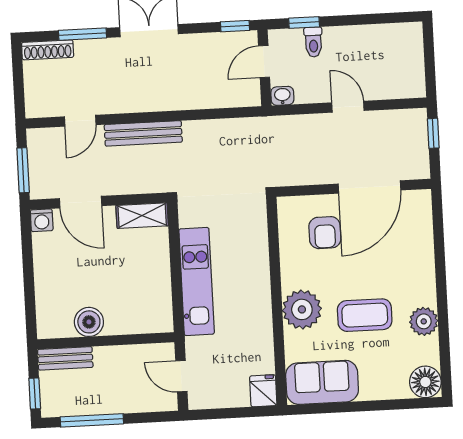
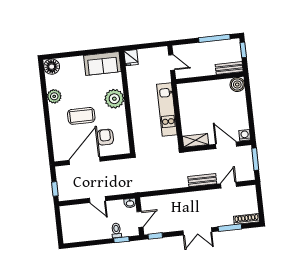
bench: (143, 133) -> (202, 180), width x0.73
coffee table: (365, 315) -> (81, 116), moved
boiler: (89, 322) -> (237, 85), moved

